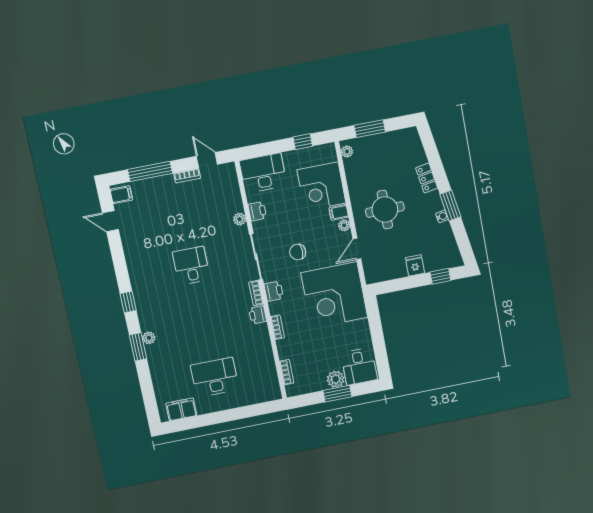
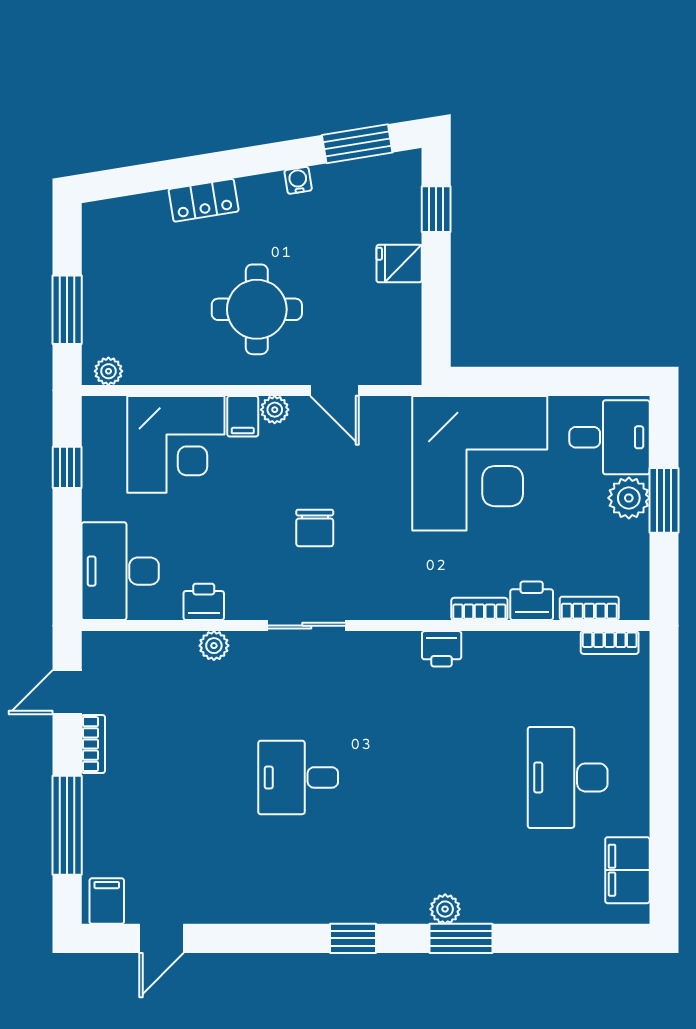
window: (450, 206) -> (357, 144), moved
sliding door: (256, 257) -> (307, 626), width x0.73
printer: (274, 291) -> (532, 601), moved
bookcase: (256, 293) -> (610, 642), moved
corner desk: (334, 295) -> (480, 463), moved

